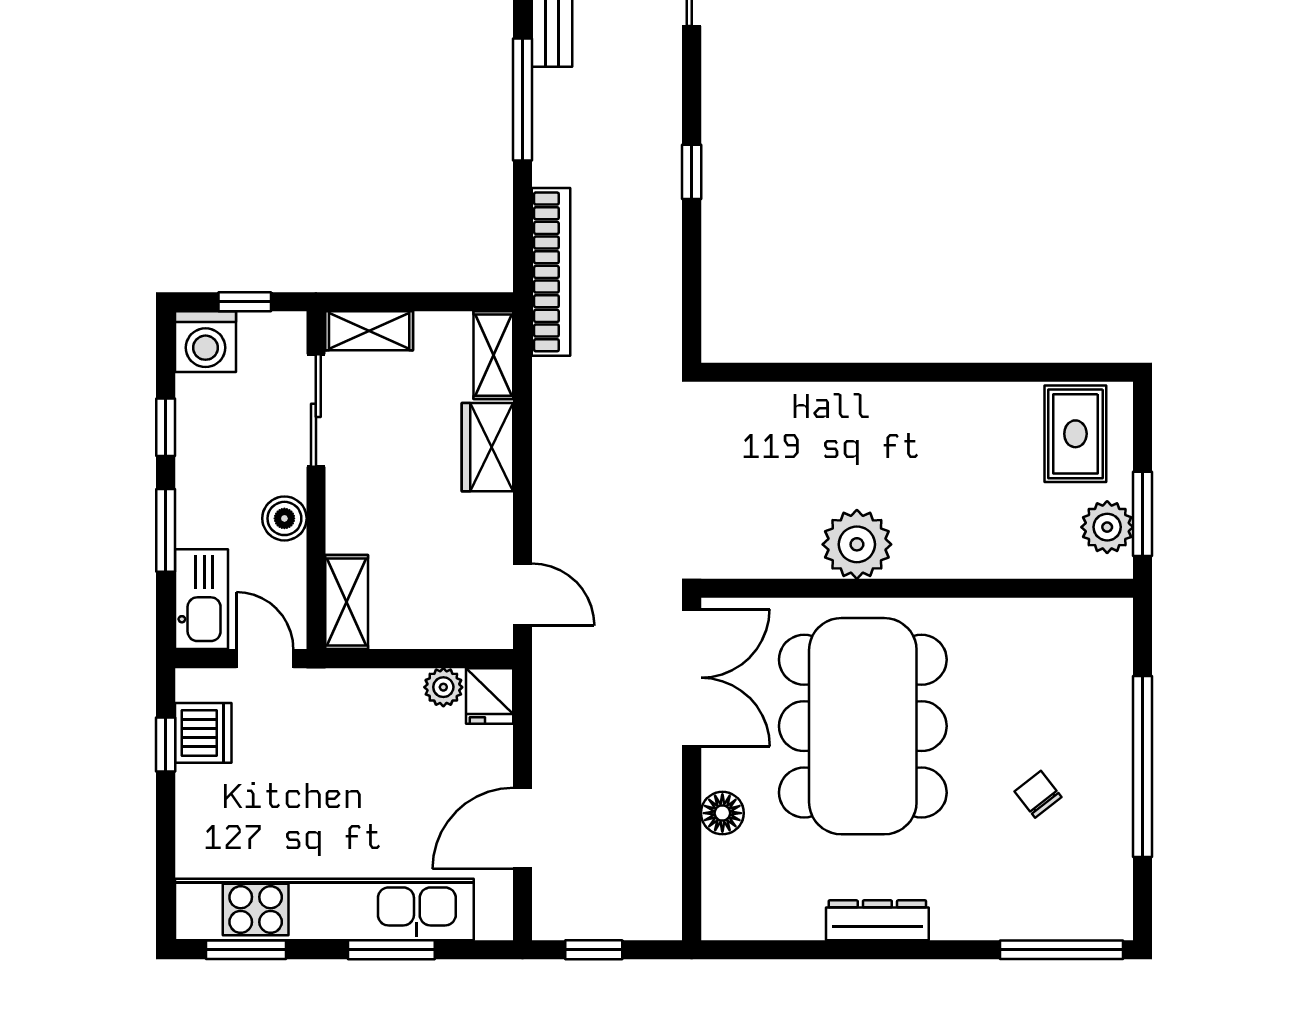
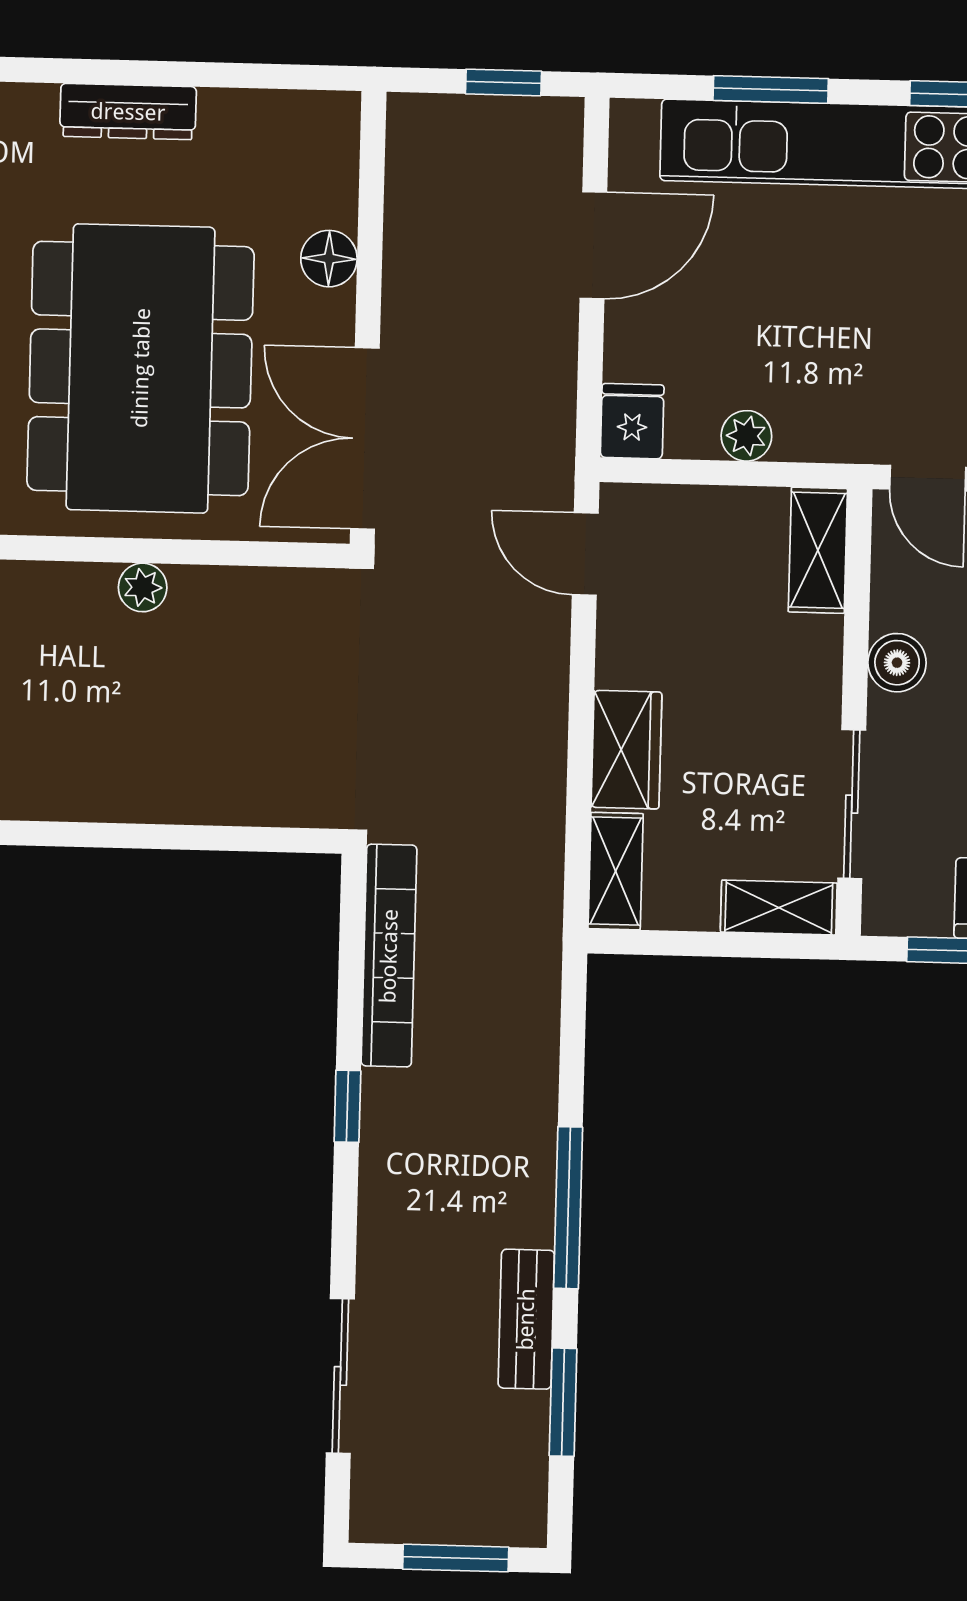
bookcase: (551, 272) -> (389, 956), moved, turned 180
plant: (857, 544) -> (143, 587), width x0.53, depth x0.53
plant: (443, 687) -> (746, 436), moved

